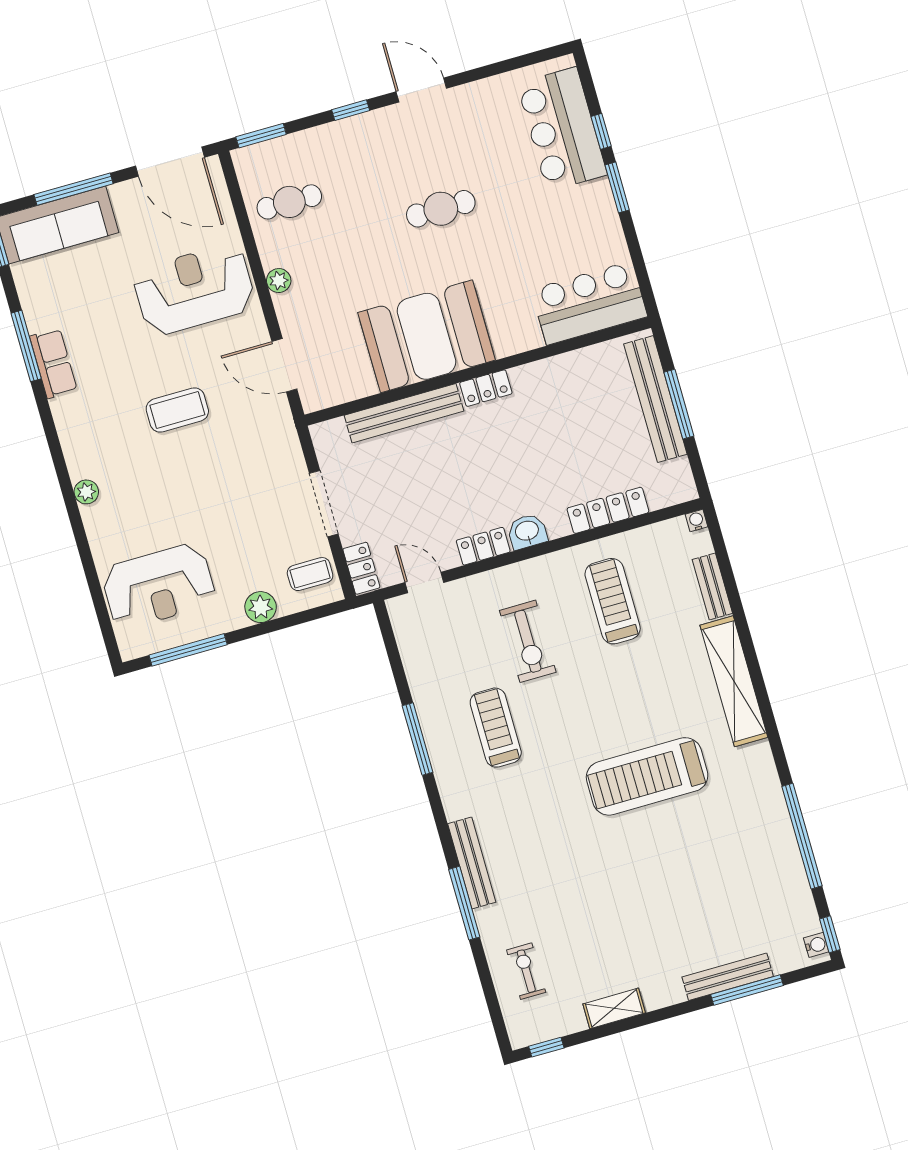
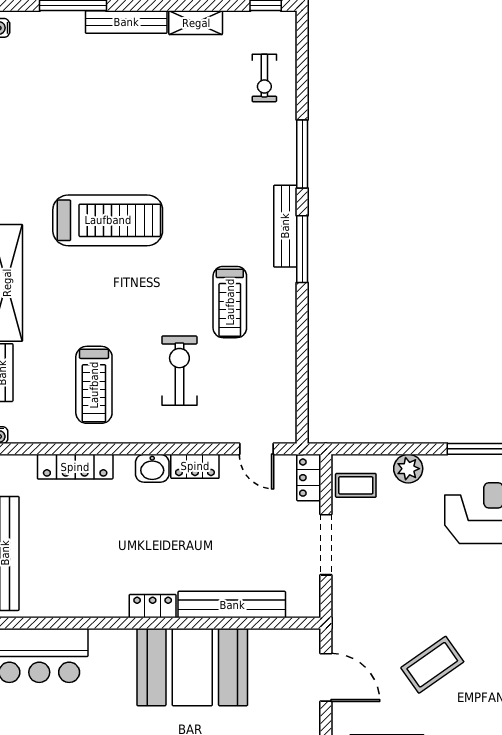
coffee table: (177, 410) -> (432, 665), turned -35
window: (418, 739) -> (302, 249), moved
bench: (472, 863) -> (285, 226), moved
bench: (728, 977) -> (126, 22), moved

